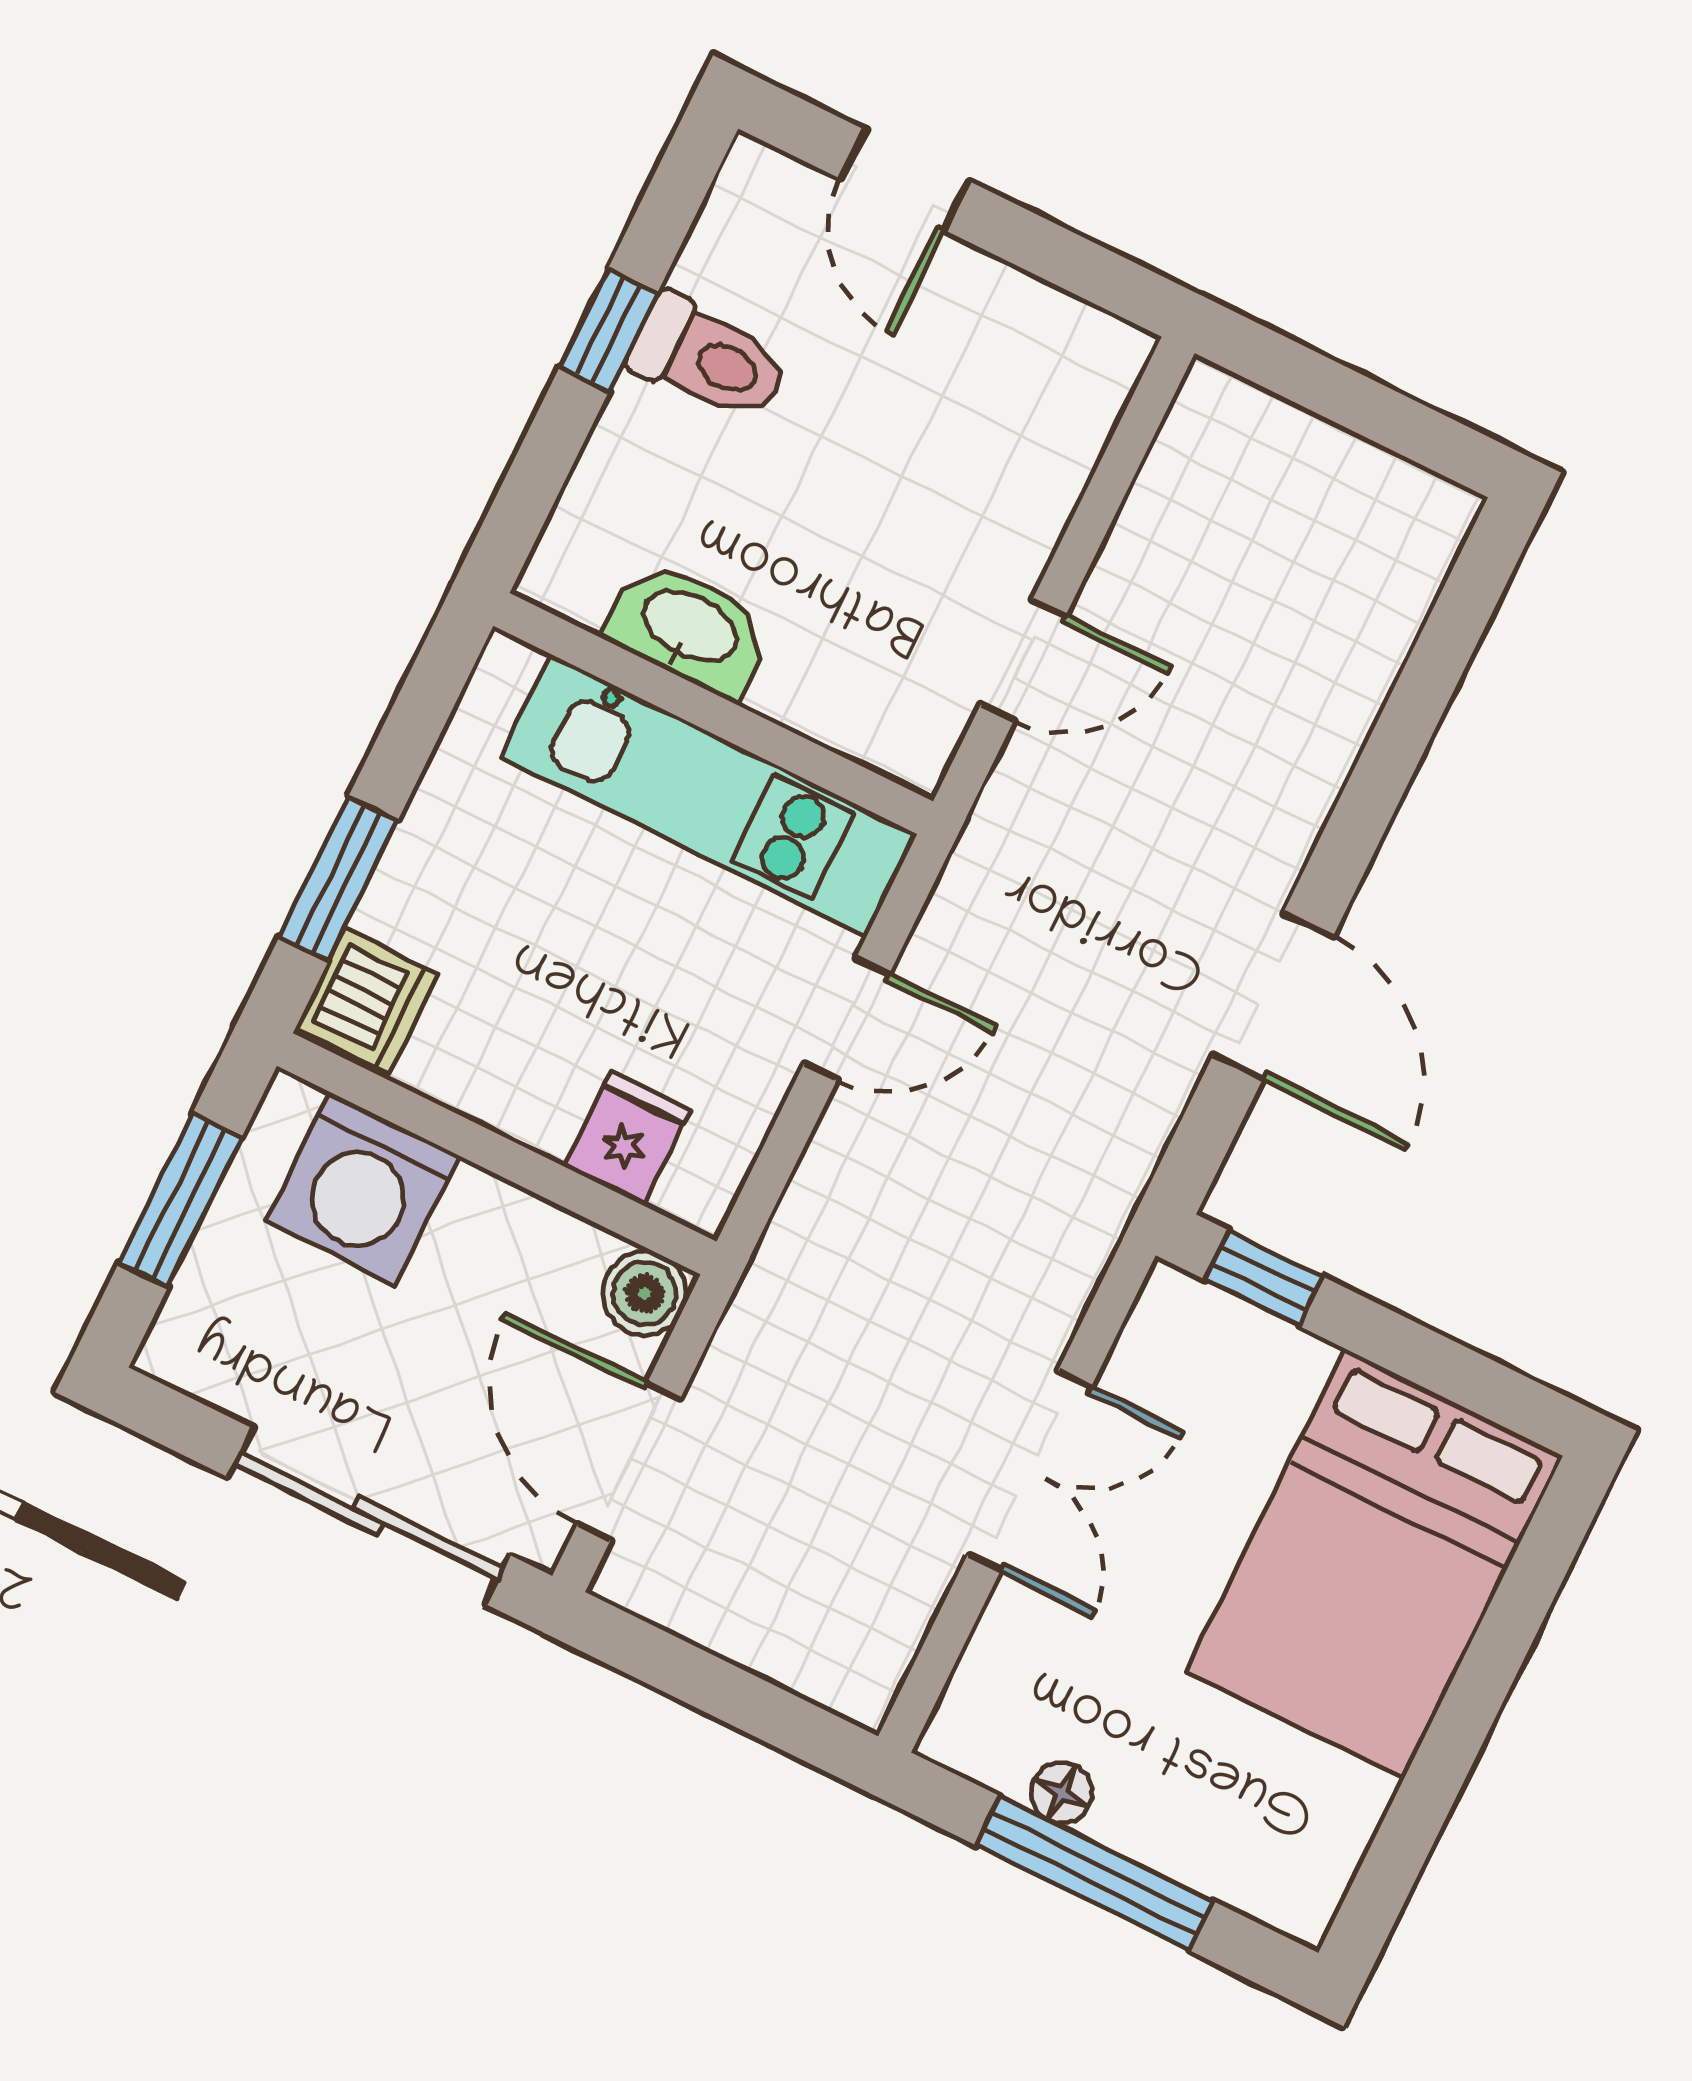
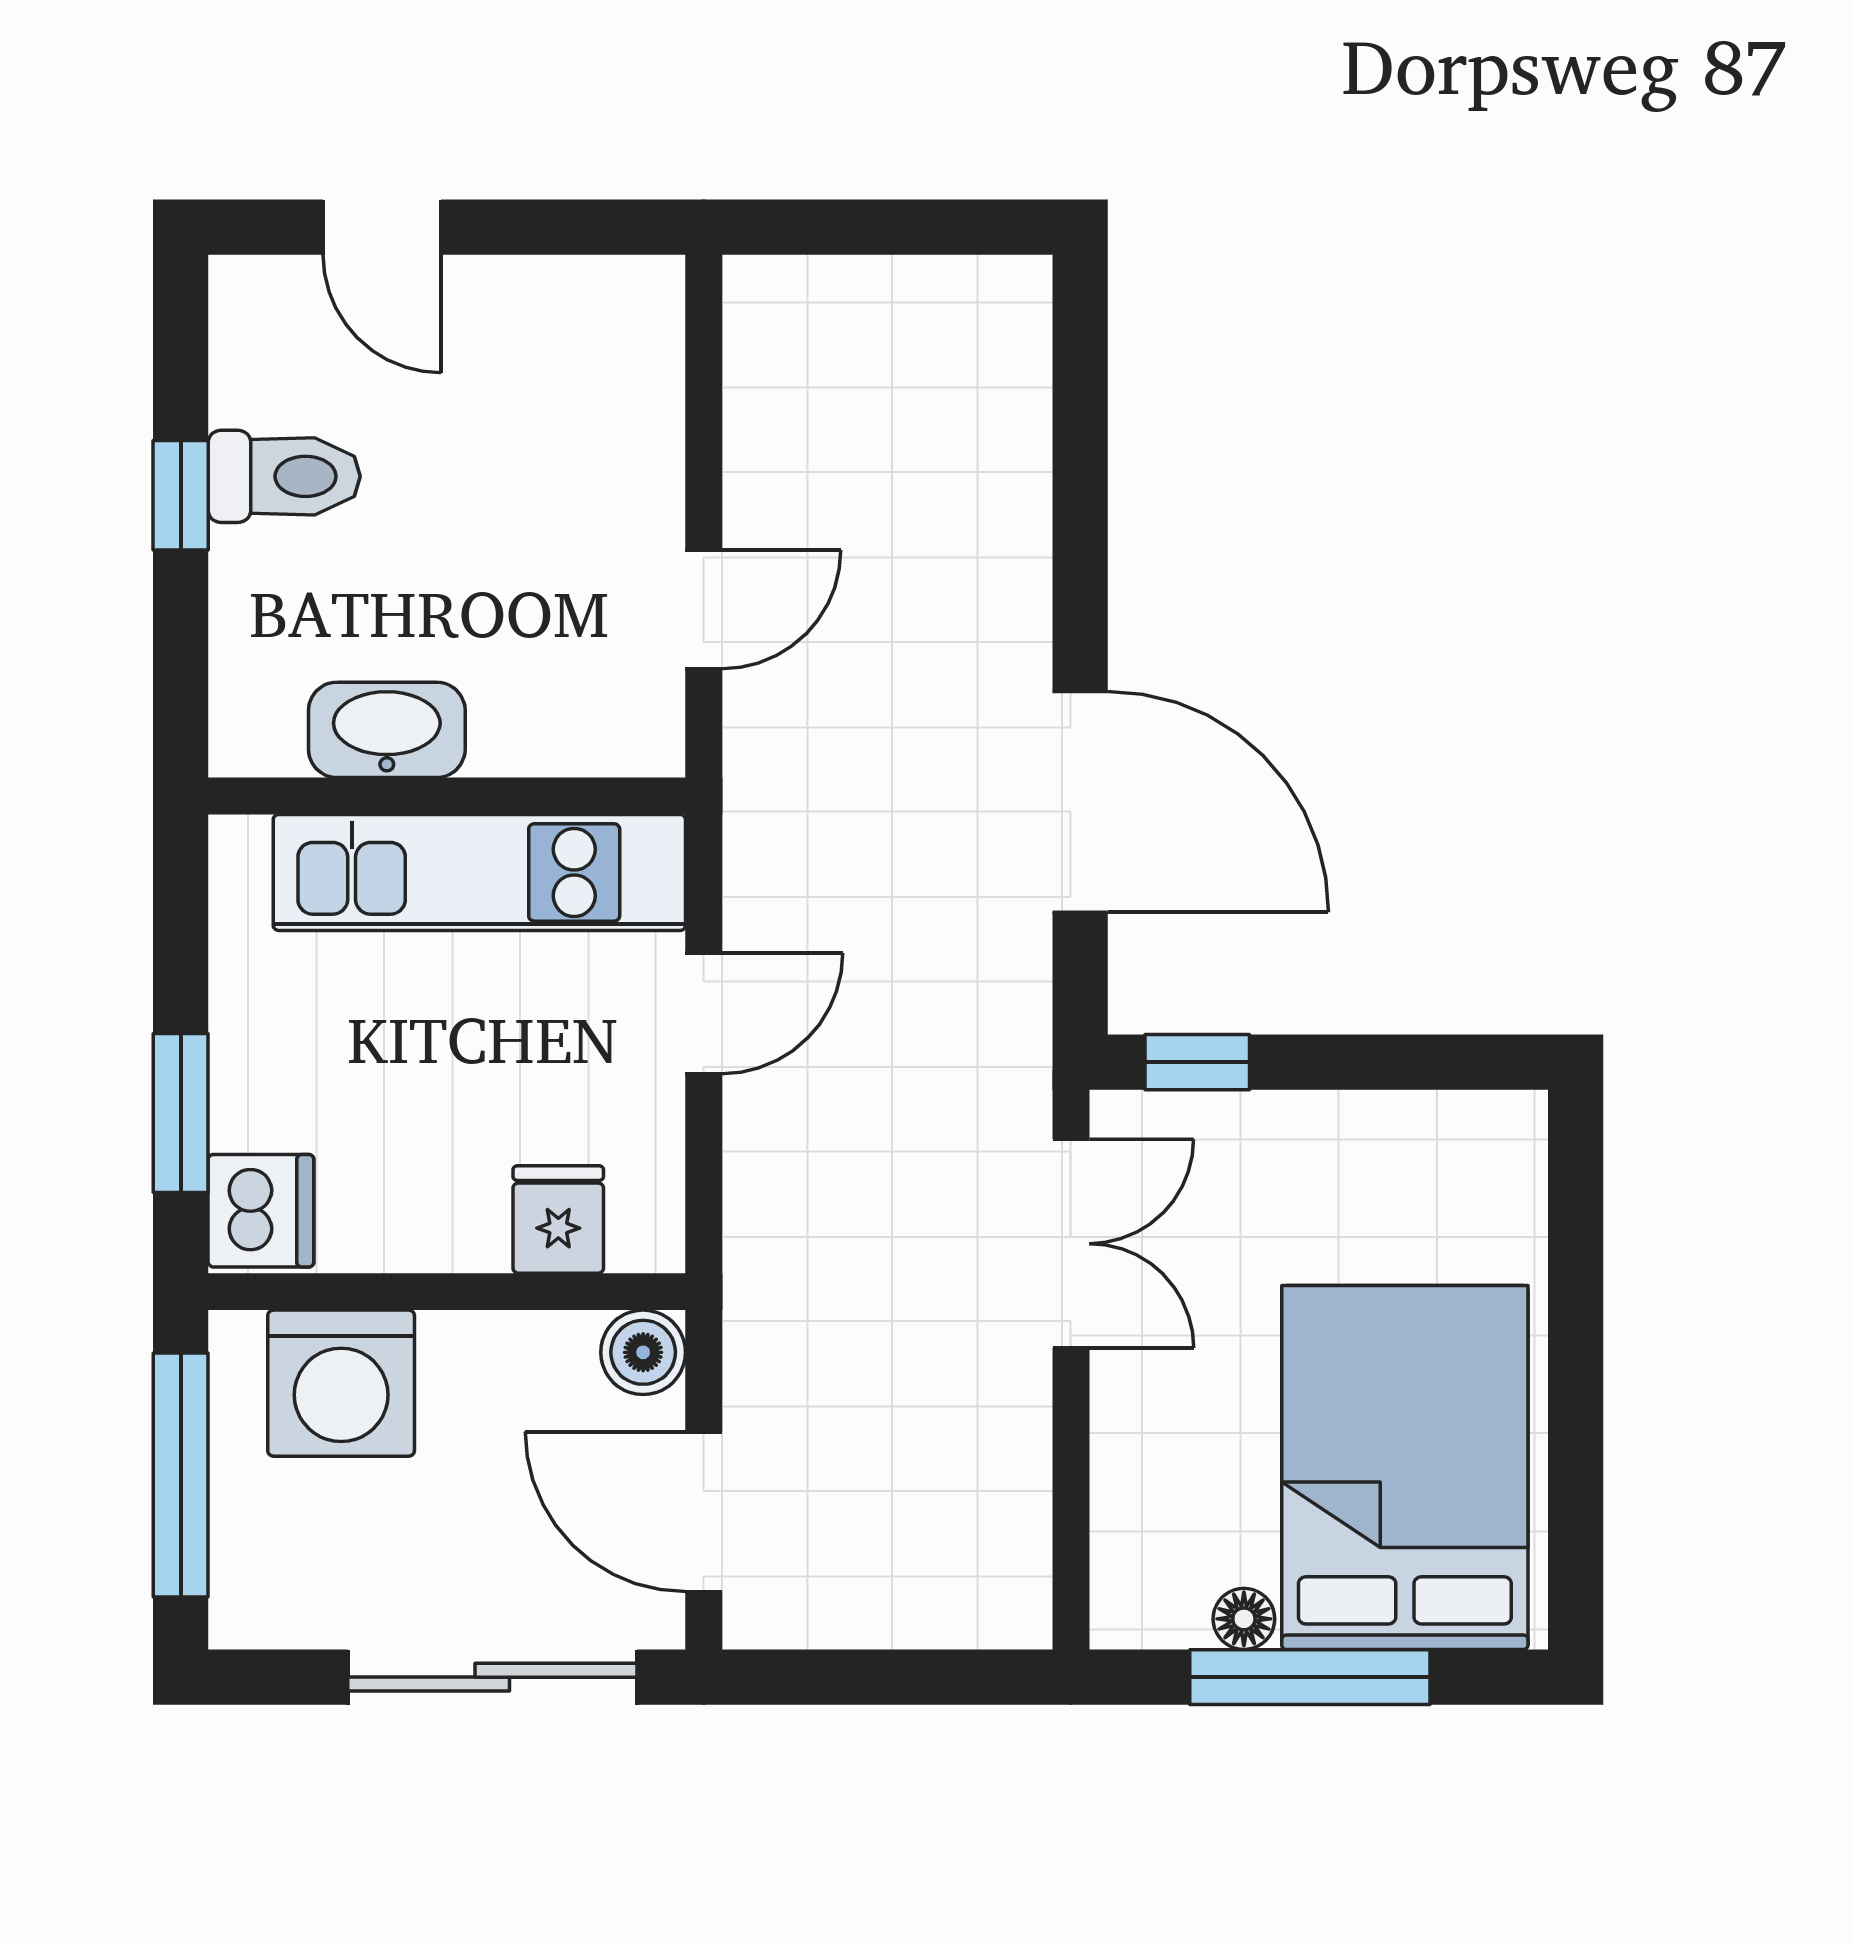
door: (1273, 995) -> (1080, 802), width x1.36
window: (180, 1200) -> (181, 1475), width x1.44
double door: (1029, 1471) -> (1071, 1244), moved
bed: (1374, 1564) -> (1405, 1467), moved, turned 180

